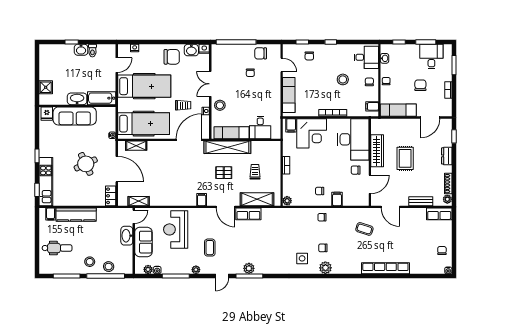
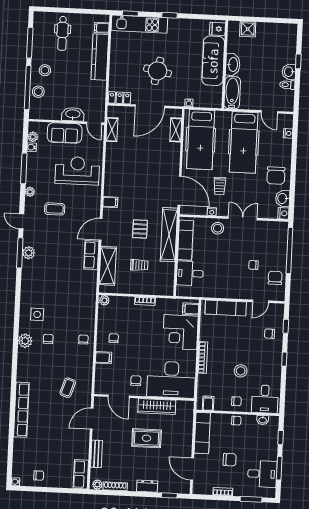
round table: (86, 164) -> (157, 71), turned 36

